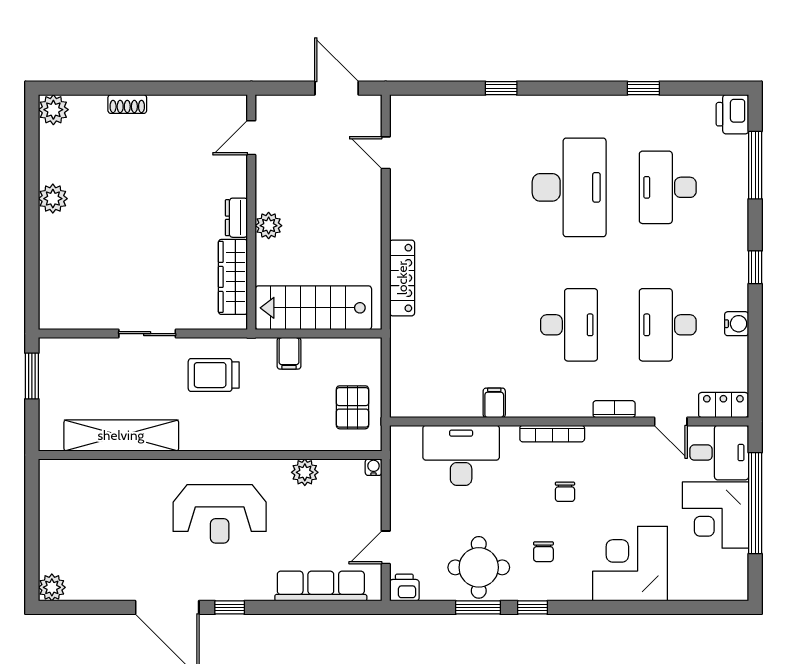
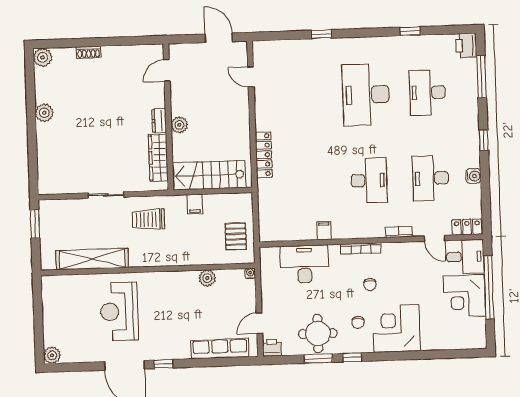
desk: (569, 187) -> (366, 95), turned 180
reception desk: (220, 514) -> (119, 311), moved, turned 90
corner desk: (630, 564) -> (396, 328), moved

